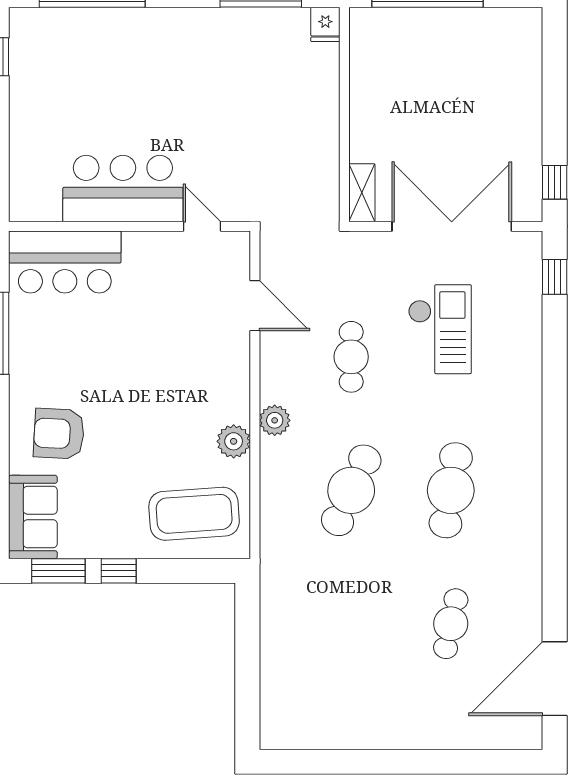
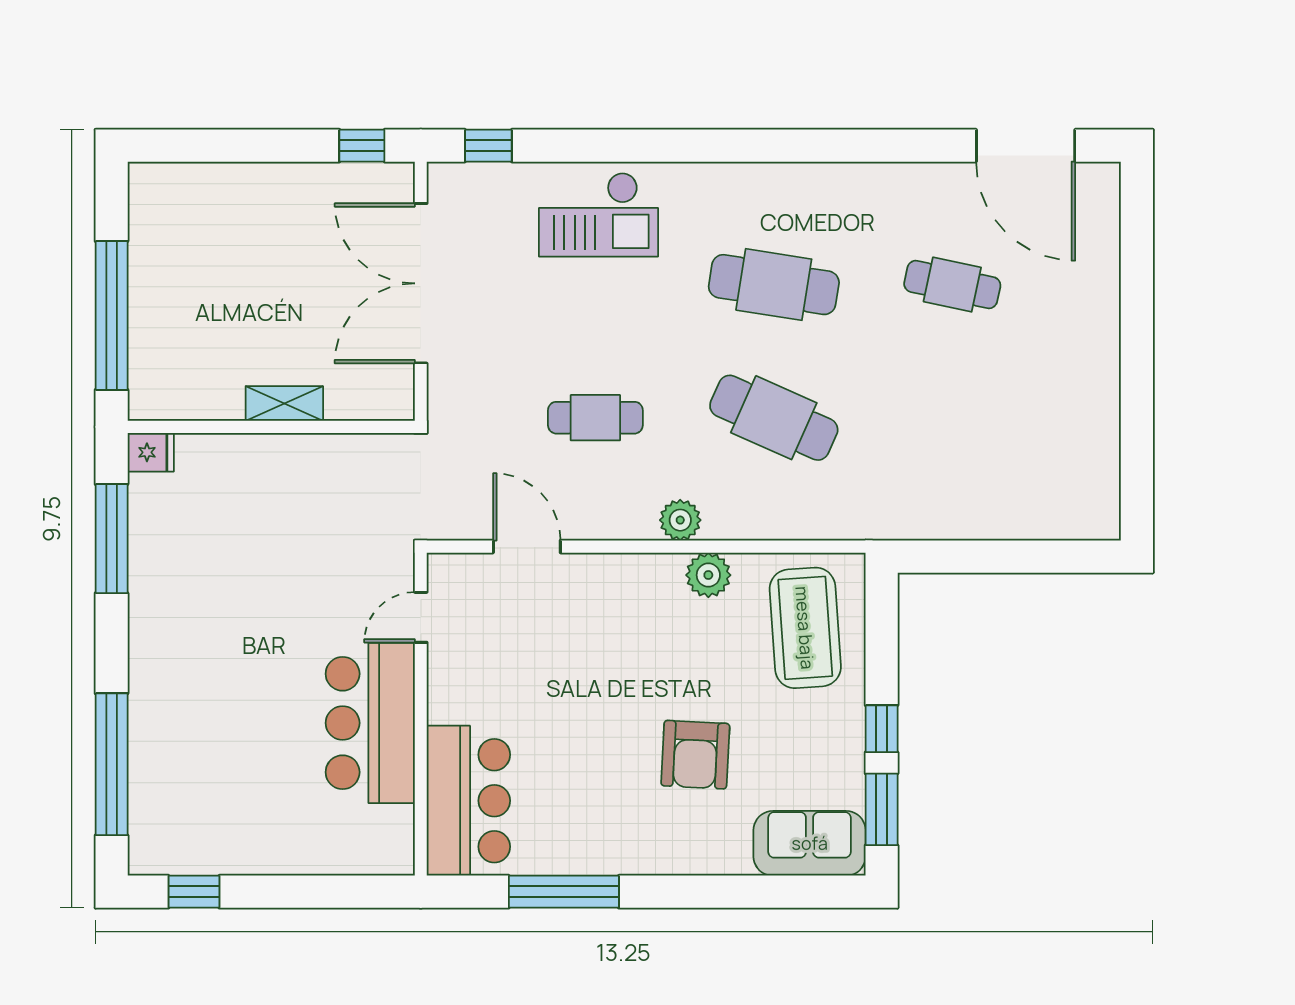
shelving: (362, 193) -> (284, 403), moved
door: (255, 306) -> (527, 547), hinge flipped
checkout: (440, 329) -> (599, 215), moved, turned 180
armchair: (59, 434) -> (695, 755), moved

